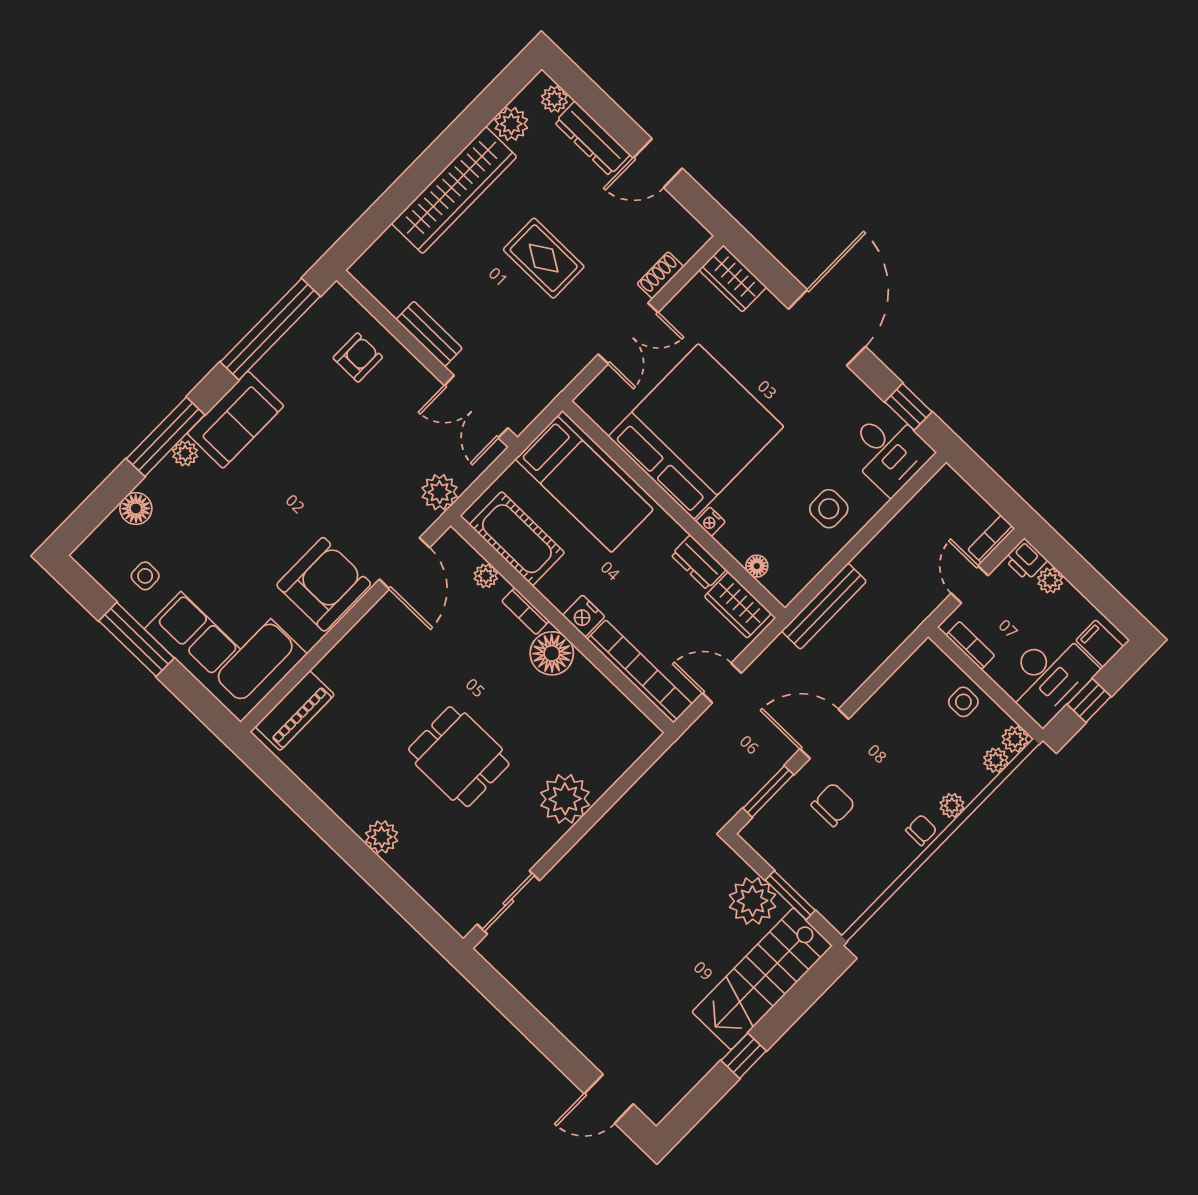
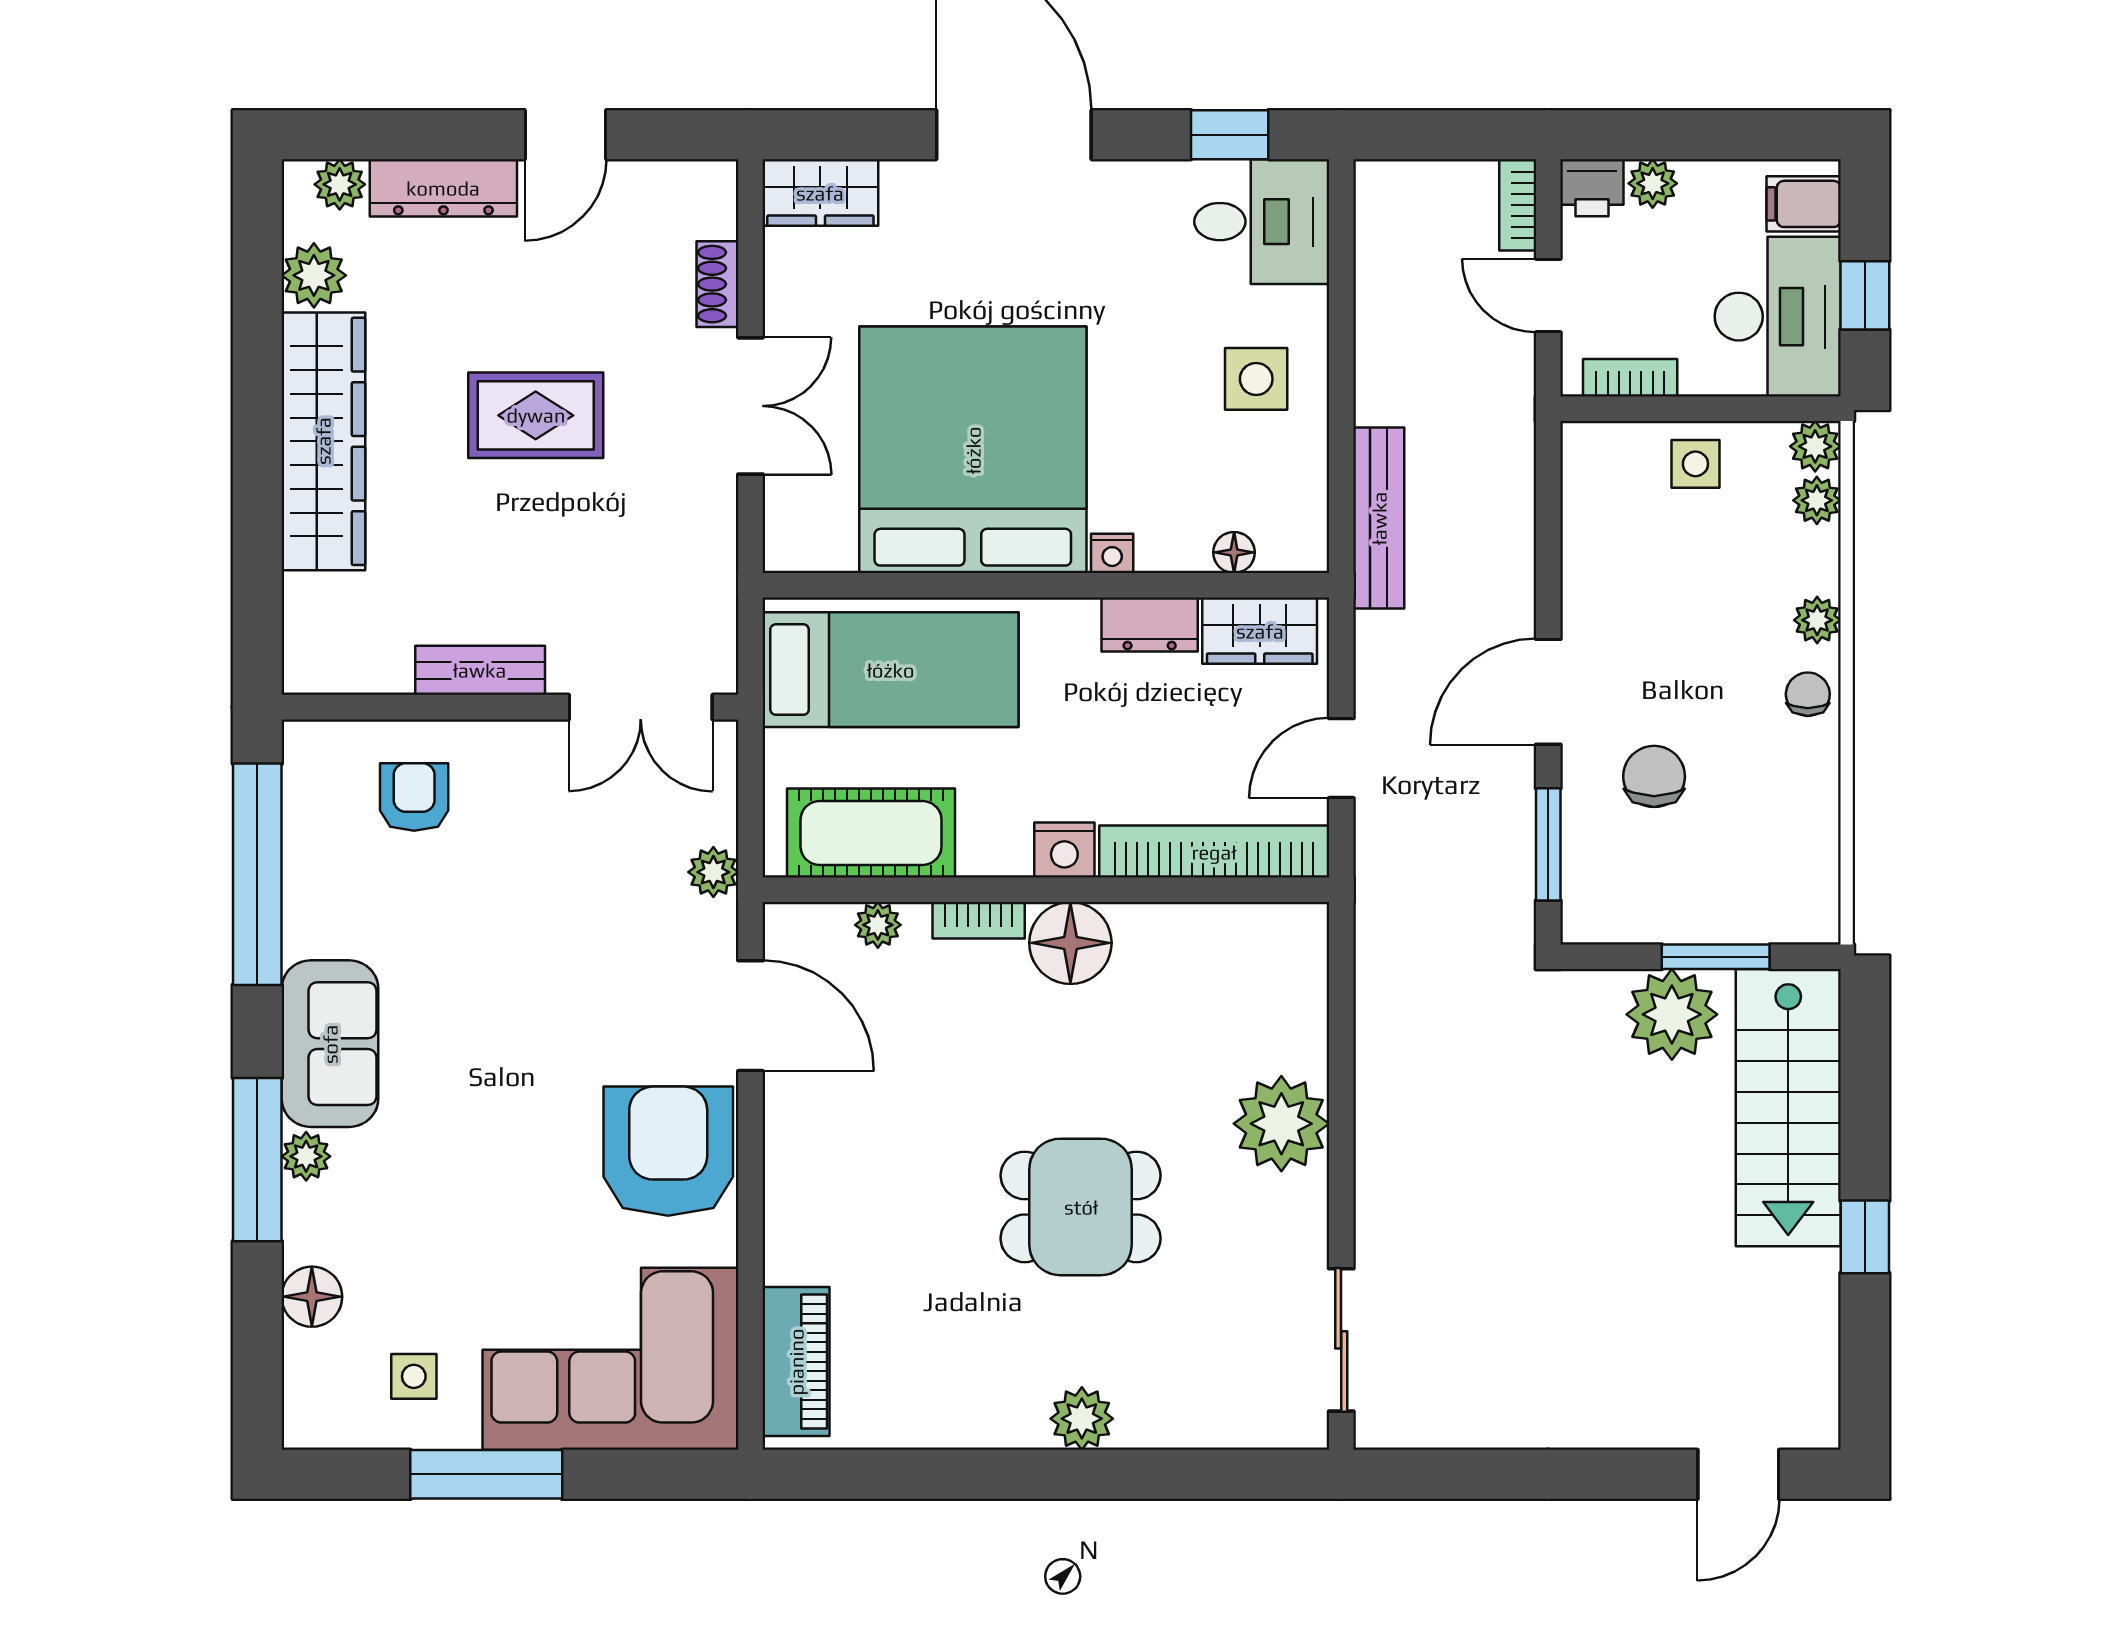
plant: (440, 492) -> (713, 872), width x0.73, depth x0.73

